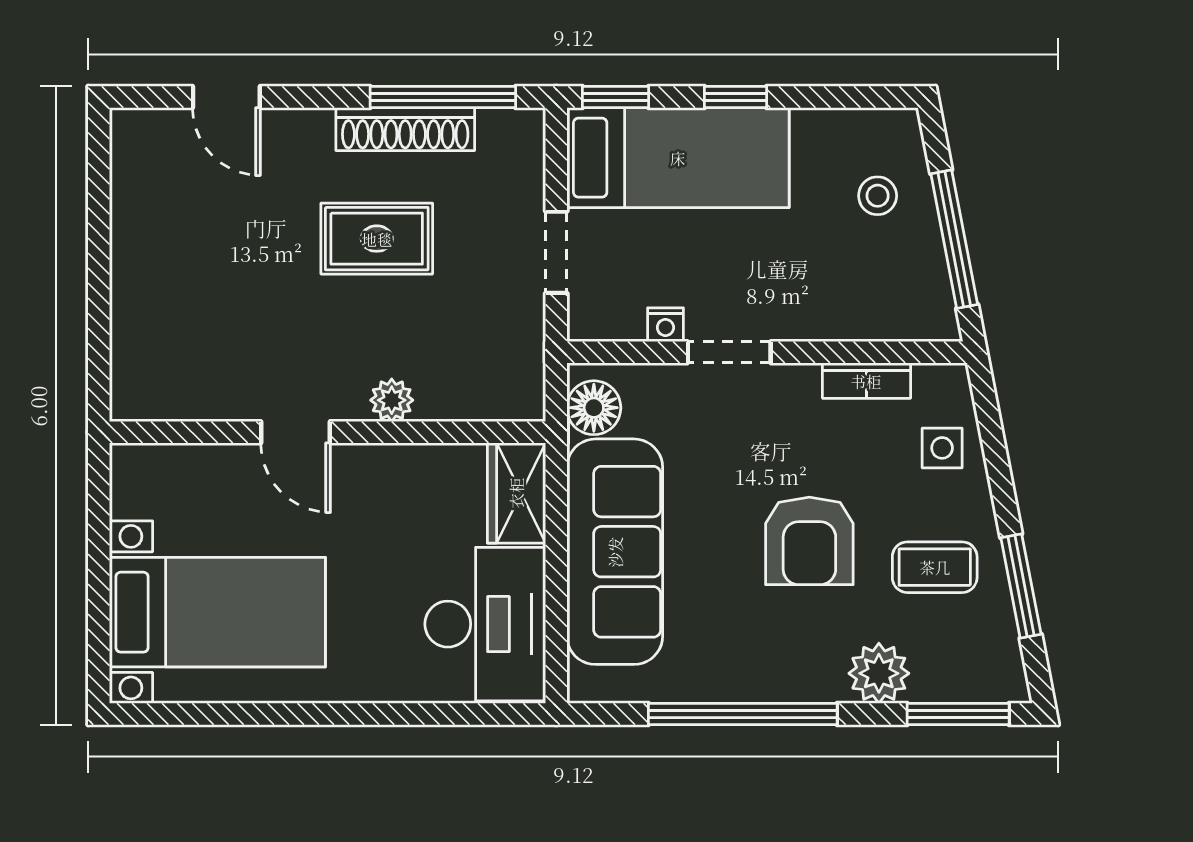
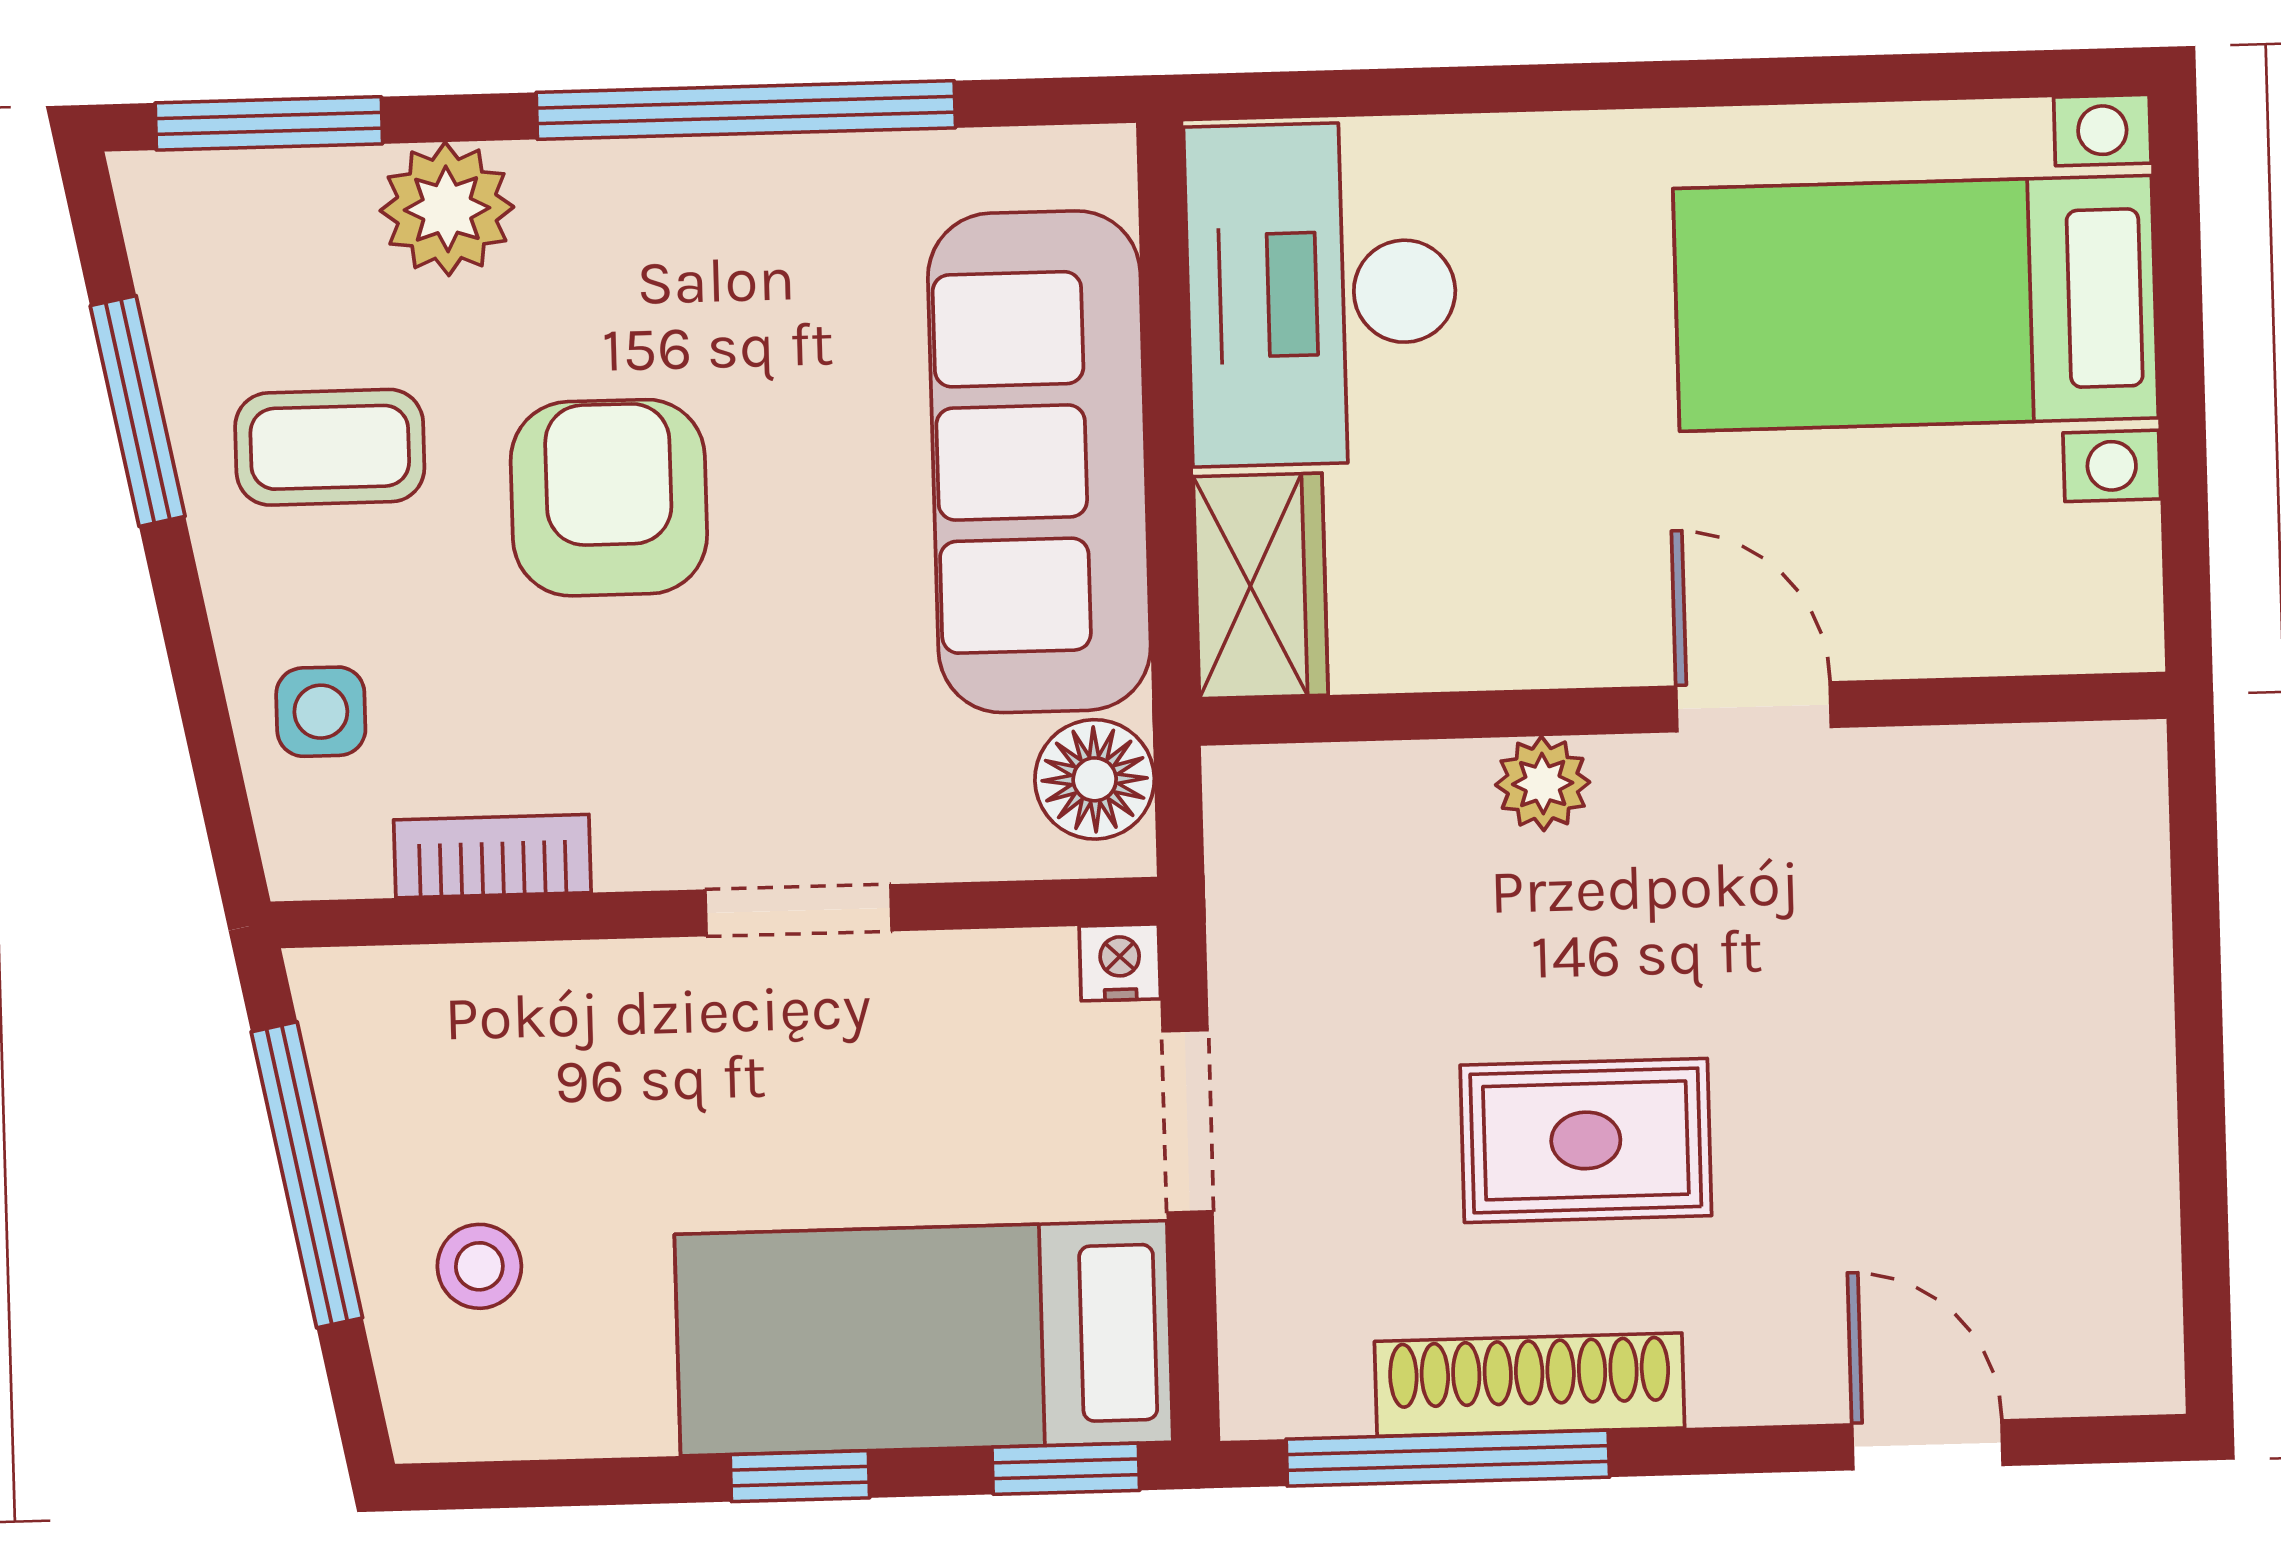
nightstand: (665, 325) -> (1120, 962), moved

